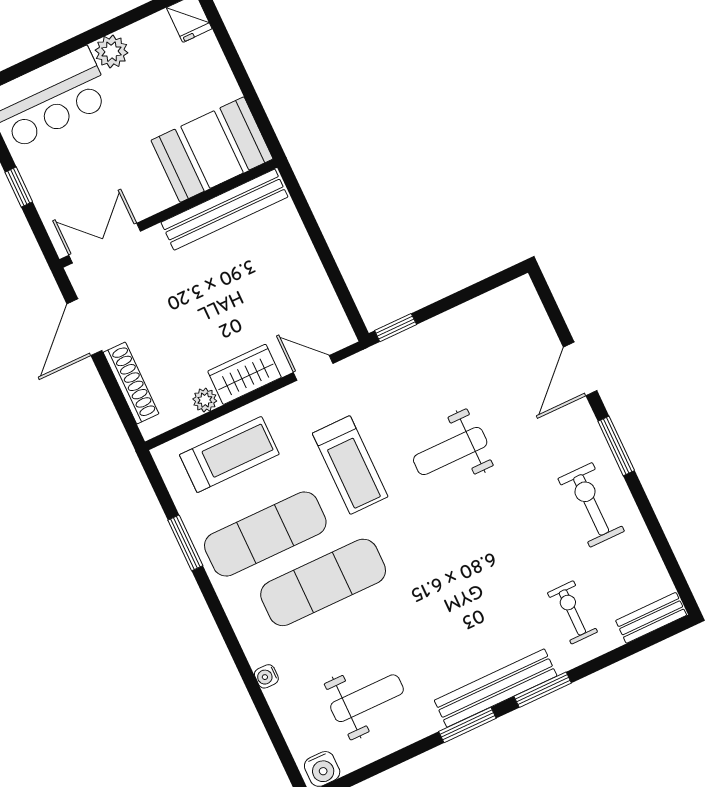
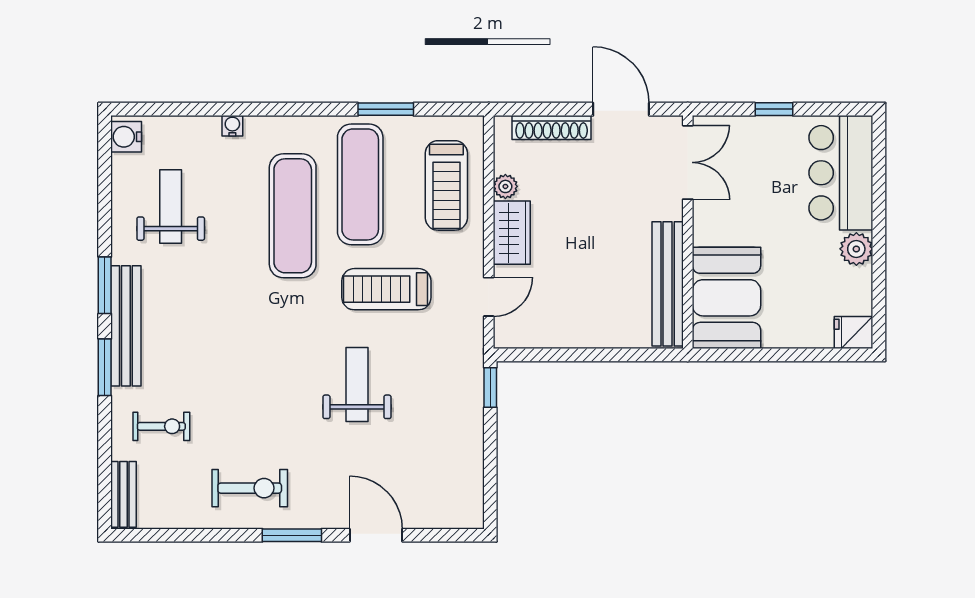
weight bench: (367, 698) -> (171, 207), turned 180

